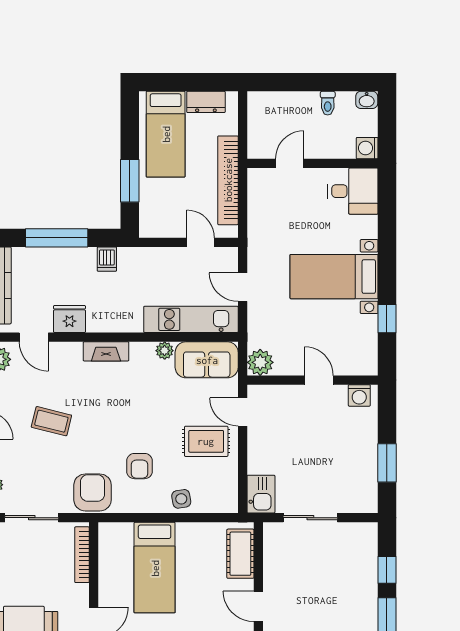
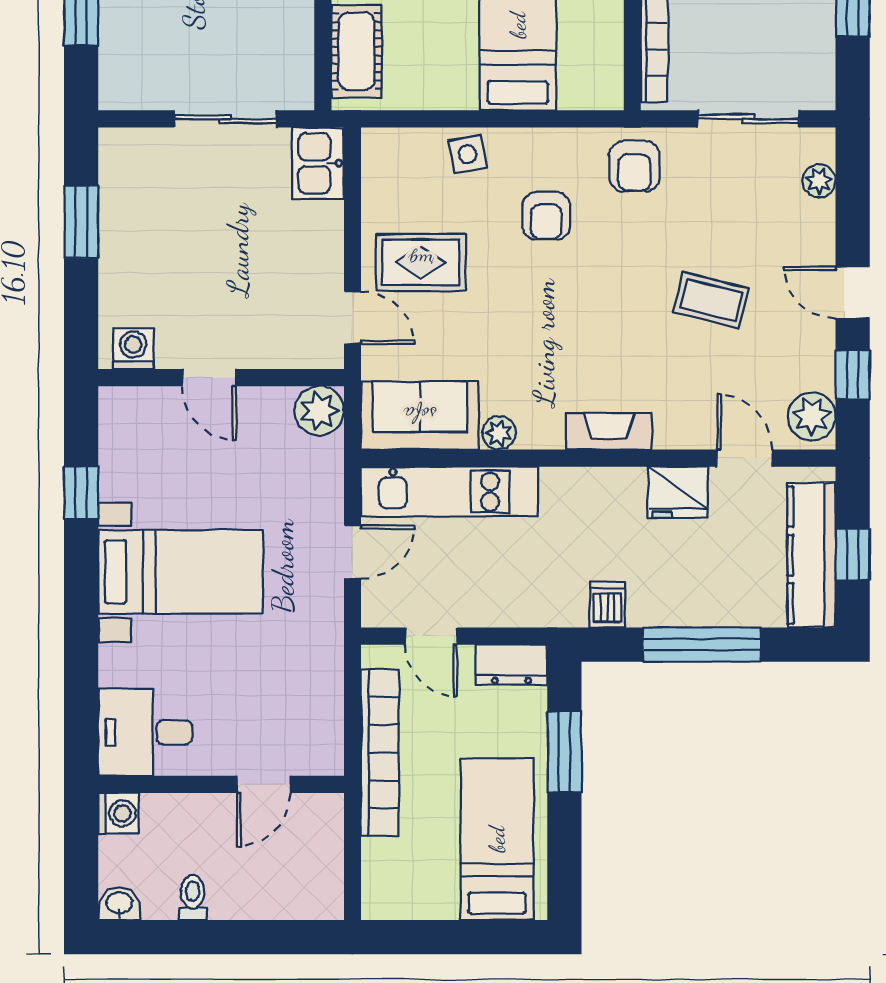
dresser: (206, 102) -> (511, 665), moved, turned 180
door: (243, 287) -> (352, 552), hinge flipped
armchair: (139, 466) -> (546, 216), turned 180
armchair: (93, 492) -> (634, 166), width x0.72, depth x0.72

